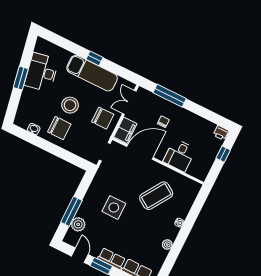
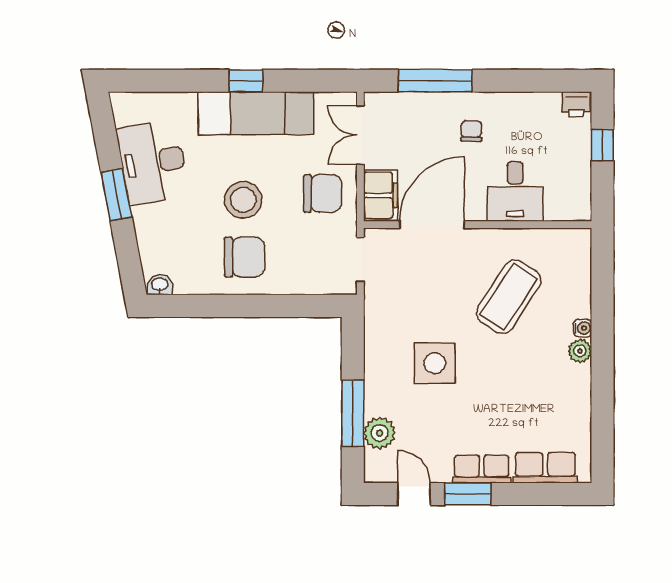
chair: (163, 122) -> (471, 131), moved
washbasin: (34, 129) -> (160, 285), moved
plant: (167, 244) -> (580, 351), moved

